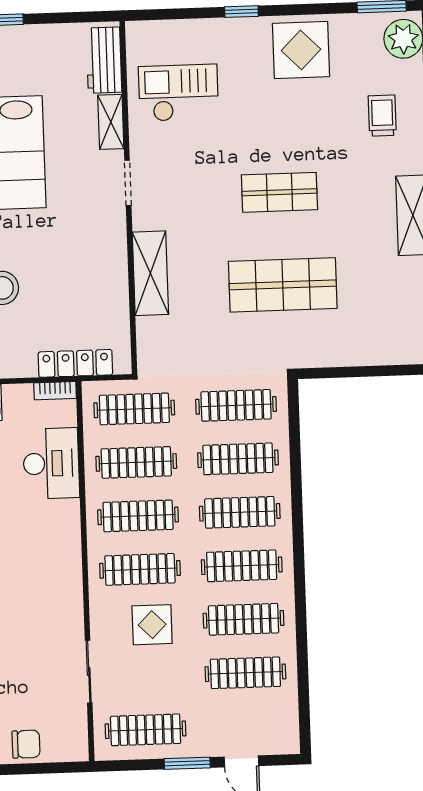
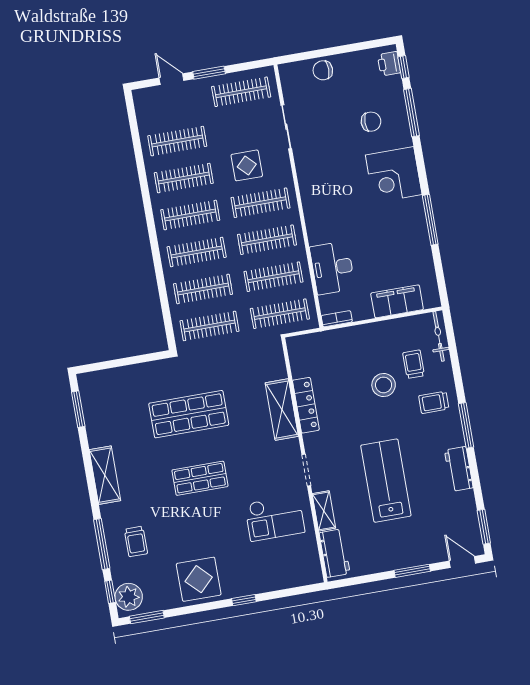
checkout: (178, 93) -> (275, 518), moved
locker: (75, 363) -> (306, 405), moved, turned -90

